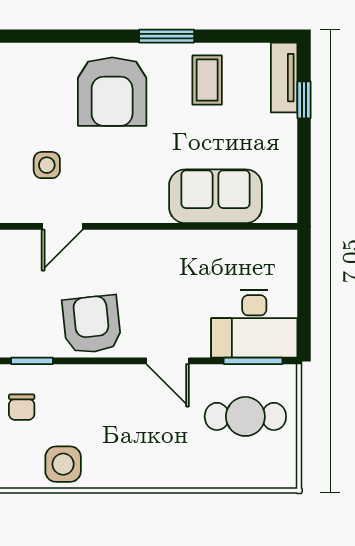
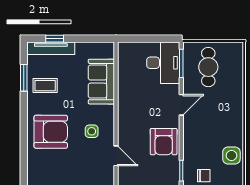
window: (167, 36) -> (24, 78), moved
tv unit: (284, 78) -> (51, 48), width x1.41
side table: (47, 165) -> (92, 131), moved
armchair: (92, 324) -> (164, 142), turned -84

